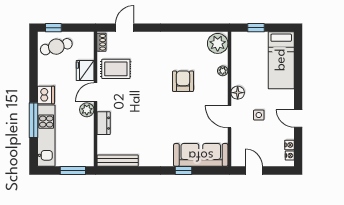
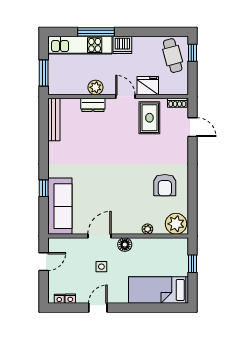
armchair: (183, 81) -> (165, 185), moved, turned 90
plant: (87, 110) -> (95, 87), moved

